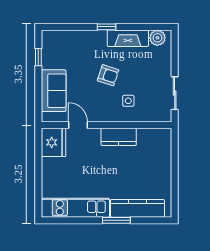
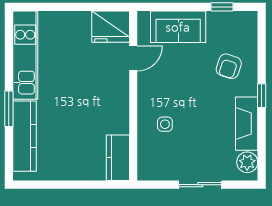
armchair: (108, 75) -> (229, 66), moved
sliding door: (175, 93) -> (200, 185), moved
kitchen counter: (119, 137) -> (118, 158), moved

